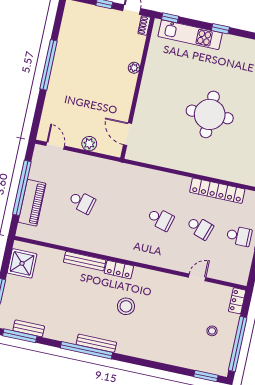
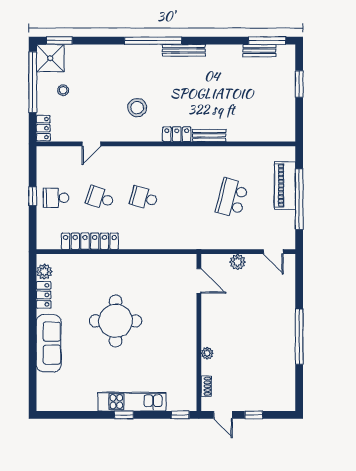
shoe rack: (144, 25) -> (206, 386), moved
kitchen unit: (190, 35) -> (132, 402), moved
school desk: (82, 202) -> (232, 198), width x1.85
bench: (85, 261) -> (209, 135), width x0.73
shower: (22, 263) -> (50, 58), moved
stool: (126, 306) -> (137, 108), moved
window: (86, 350) -> (153, 41), moved

